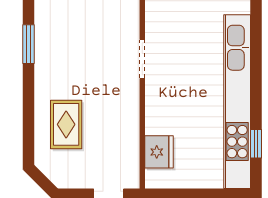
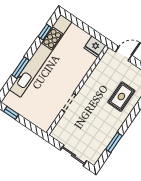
window: (256, 62) -> (21, 68), added
fridge: (159, 152) -> (95, 47), moved, turned -90

